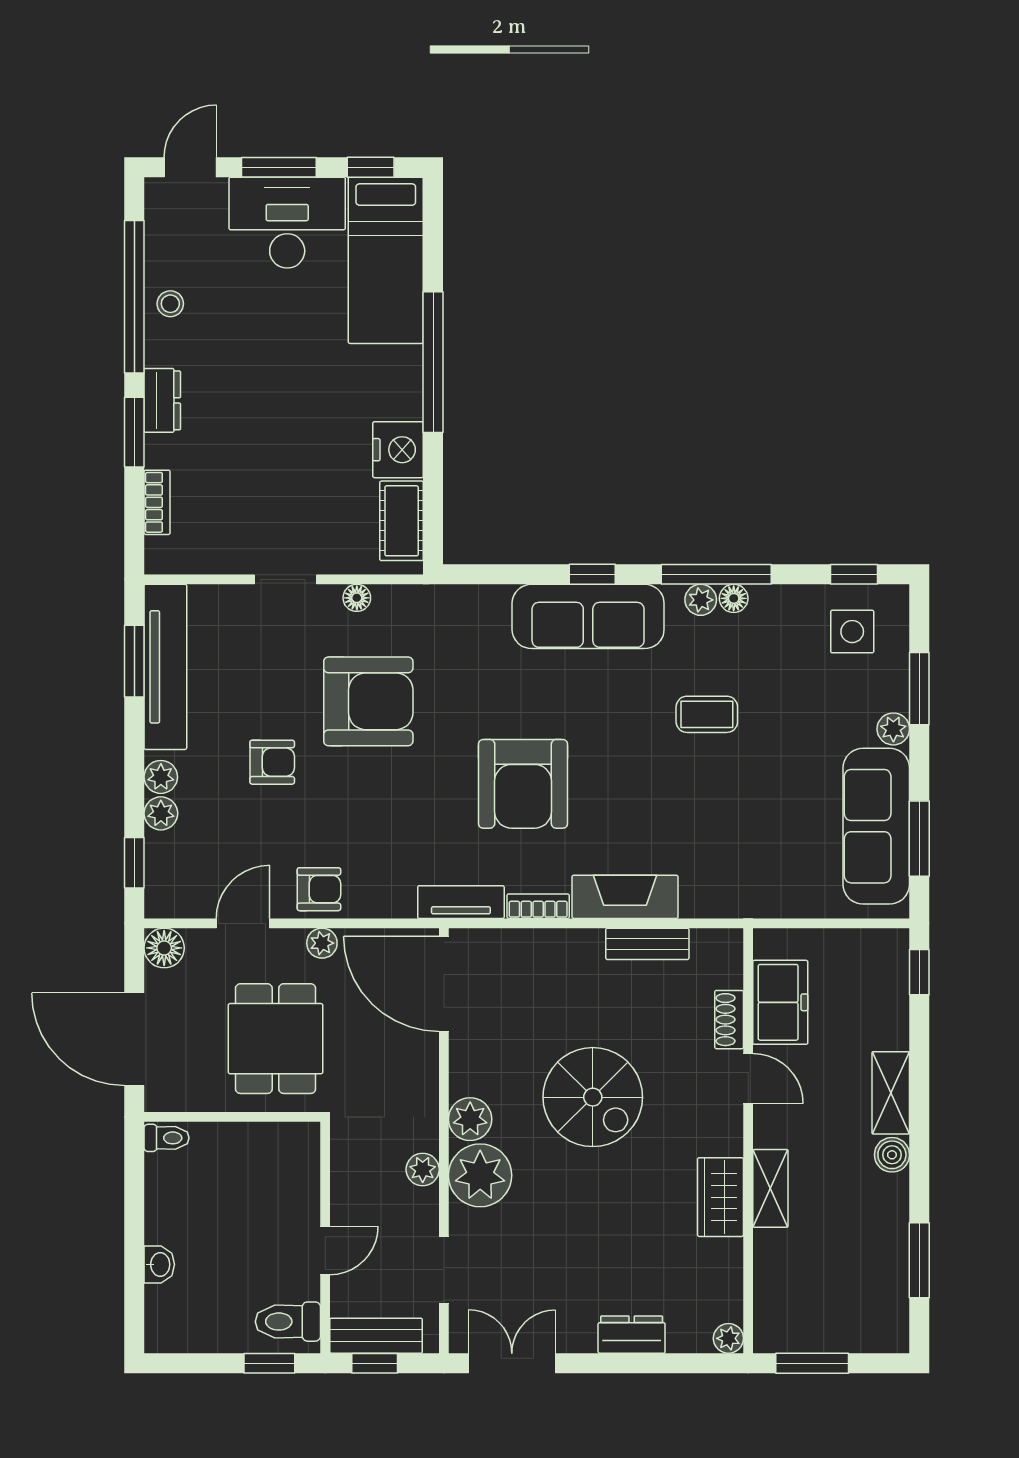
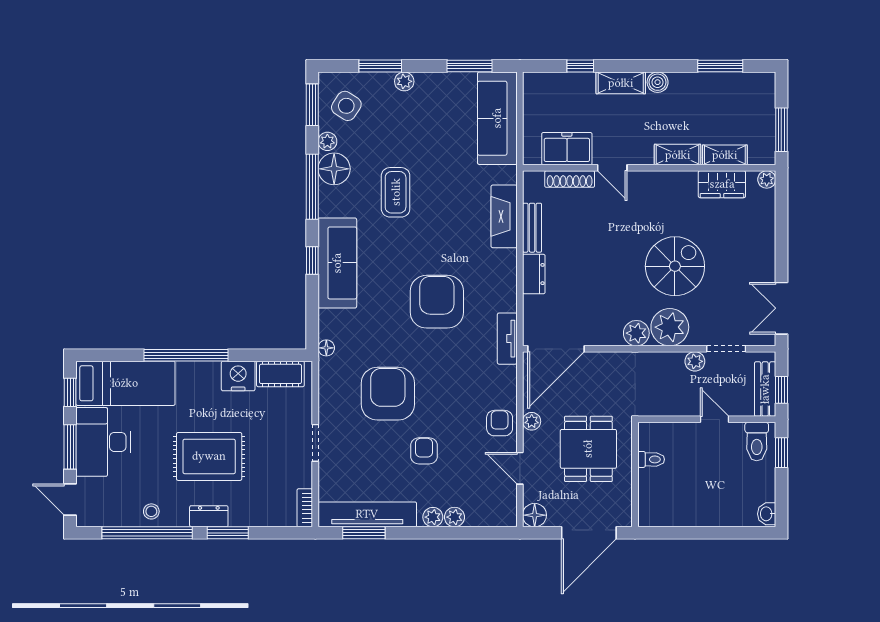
rug: (263, 401) -> (209, 456), added
bookcase: (157, 502) -> (305, 508), moved, turned -90
window: (854, 574) -> (312, 105), width x1.50
floor lamp: (357, 598) -> (326, 348), moved
floor lamp: (734, 598) -> (334, 169), width x1.89, depth x1.89
plant: (701, 600) -> (327, 141), moved
side table: (852, 632) -> (346, 106), turned 33
coffee table: (707, 714) -> (396, 192), width x1.36, depth x1.30
armchair: (523, 784) -> (437, 302), turned -90
sofa: (876, 826) -> (497, 118), moved, turned 90
window: (134, 863) -> (484, 533), removed
fireplace: (625, 897) -> (504, 216), moved
bookcase: (538, 906) -> (510, 293), removed
window: (919, 972) -> (580, 66), moved
shoe rack: (729, 1020) -> (570, 179), width x1.43
dining table: (276, 1039) -> (588, 449), turned 90
door: (748, 1079) -> (612, 168), swing flipped
spiral stairs: (593, 1097) -> (675, 266), moved
toilet: (166, 1138) -> (651, 459), moved, turned 90
plant: (423, 1169) -> (695, 361), moved
wardrobe: (721, 1197) -> (722, 184), moved
washbasin: (159, 1264) -> (767, 514), moved, turned -90
shelving: (770, 1268) -> (725, 155), added
dresser: (632, 1335) -> (534, 274), moved, turned 180

